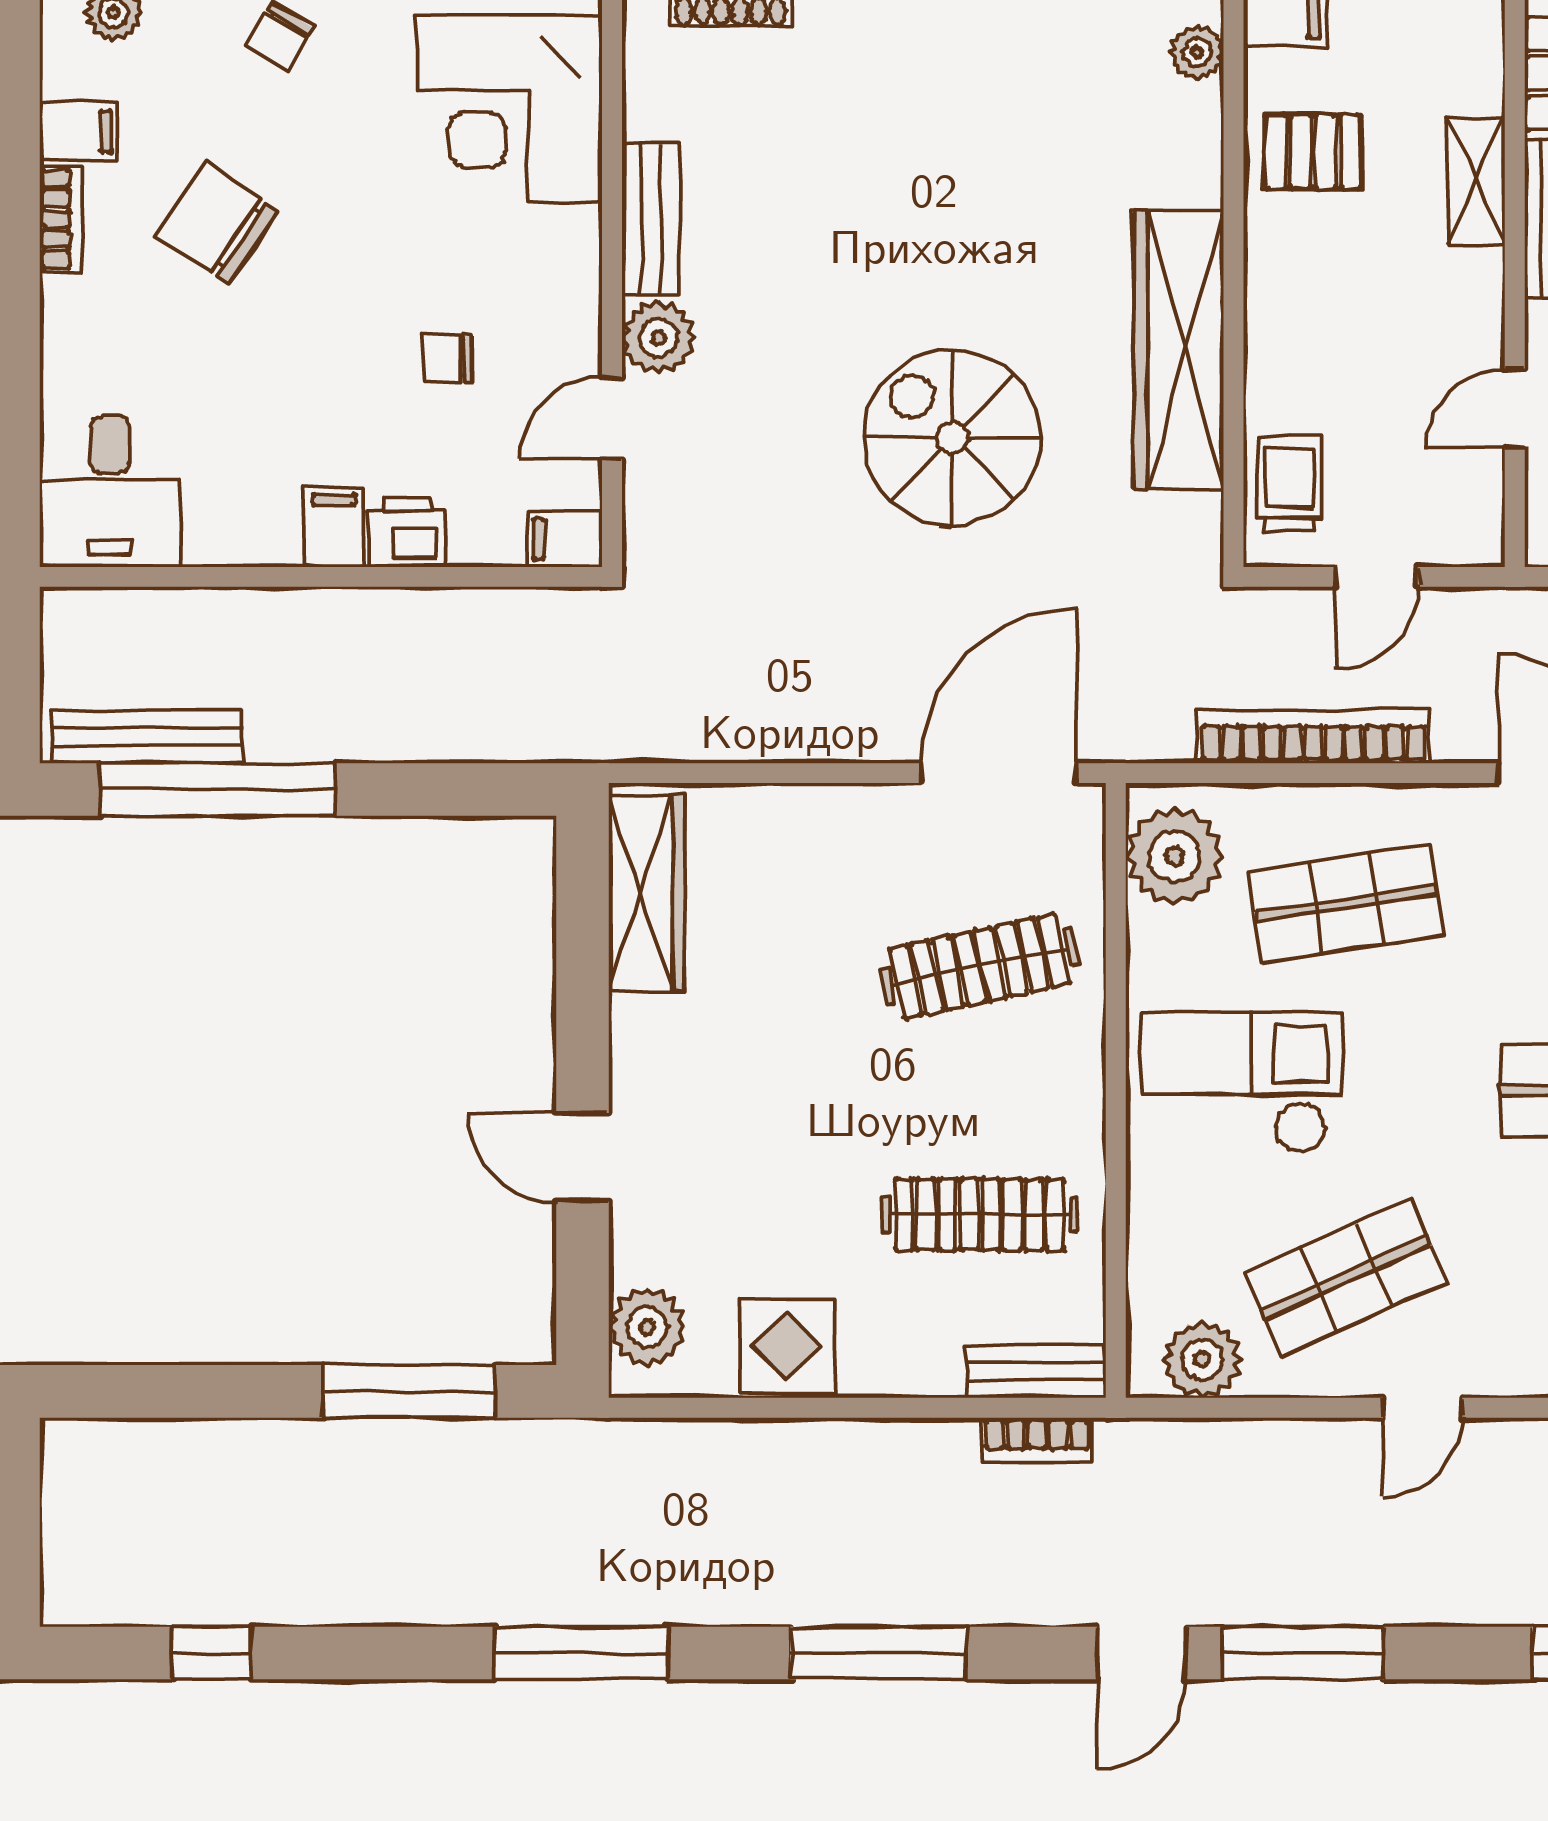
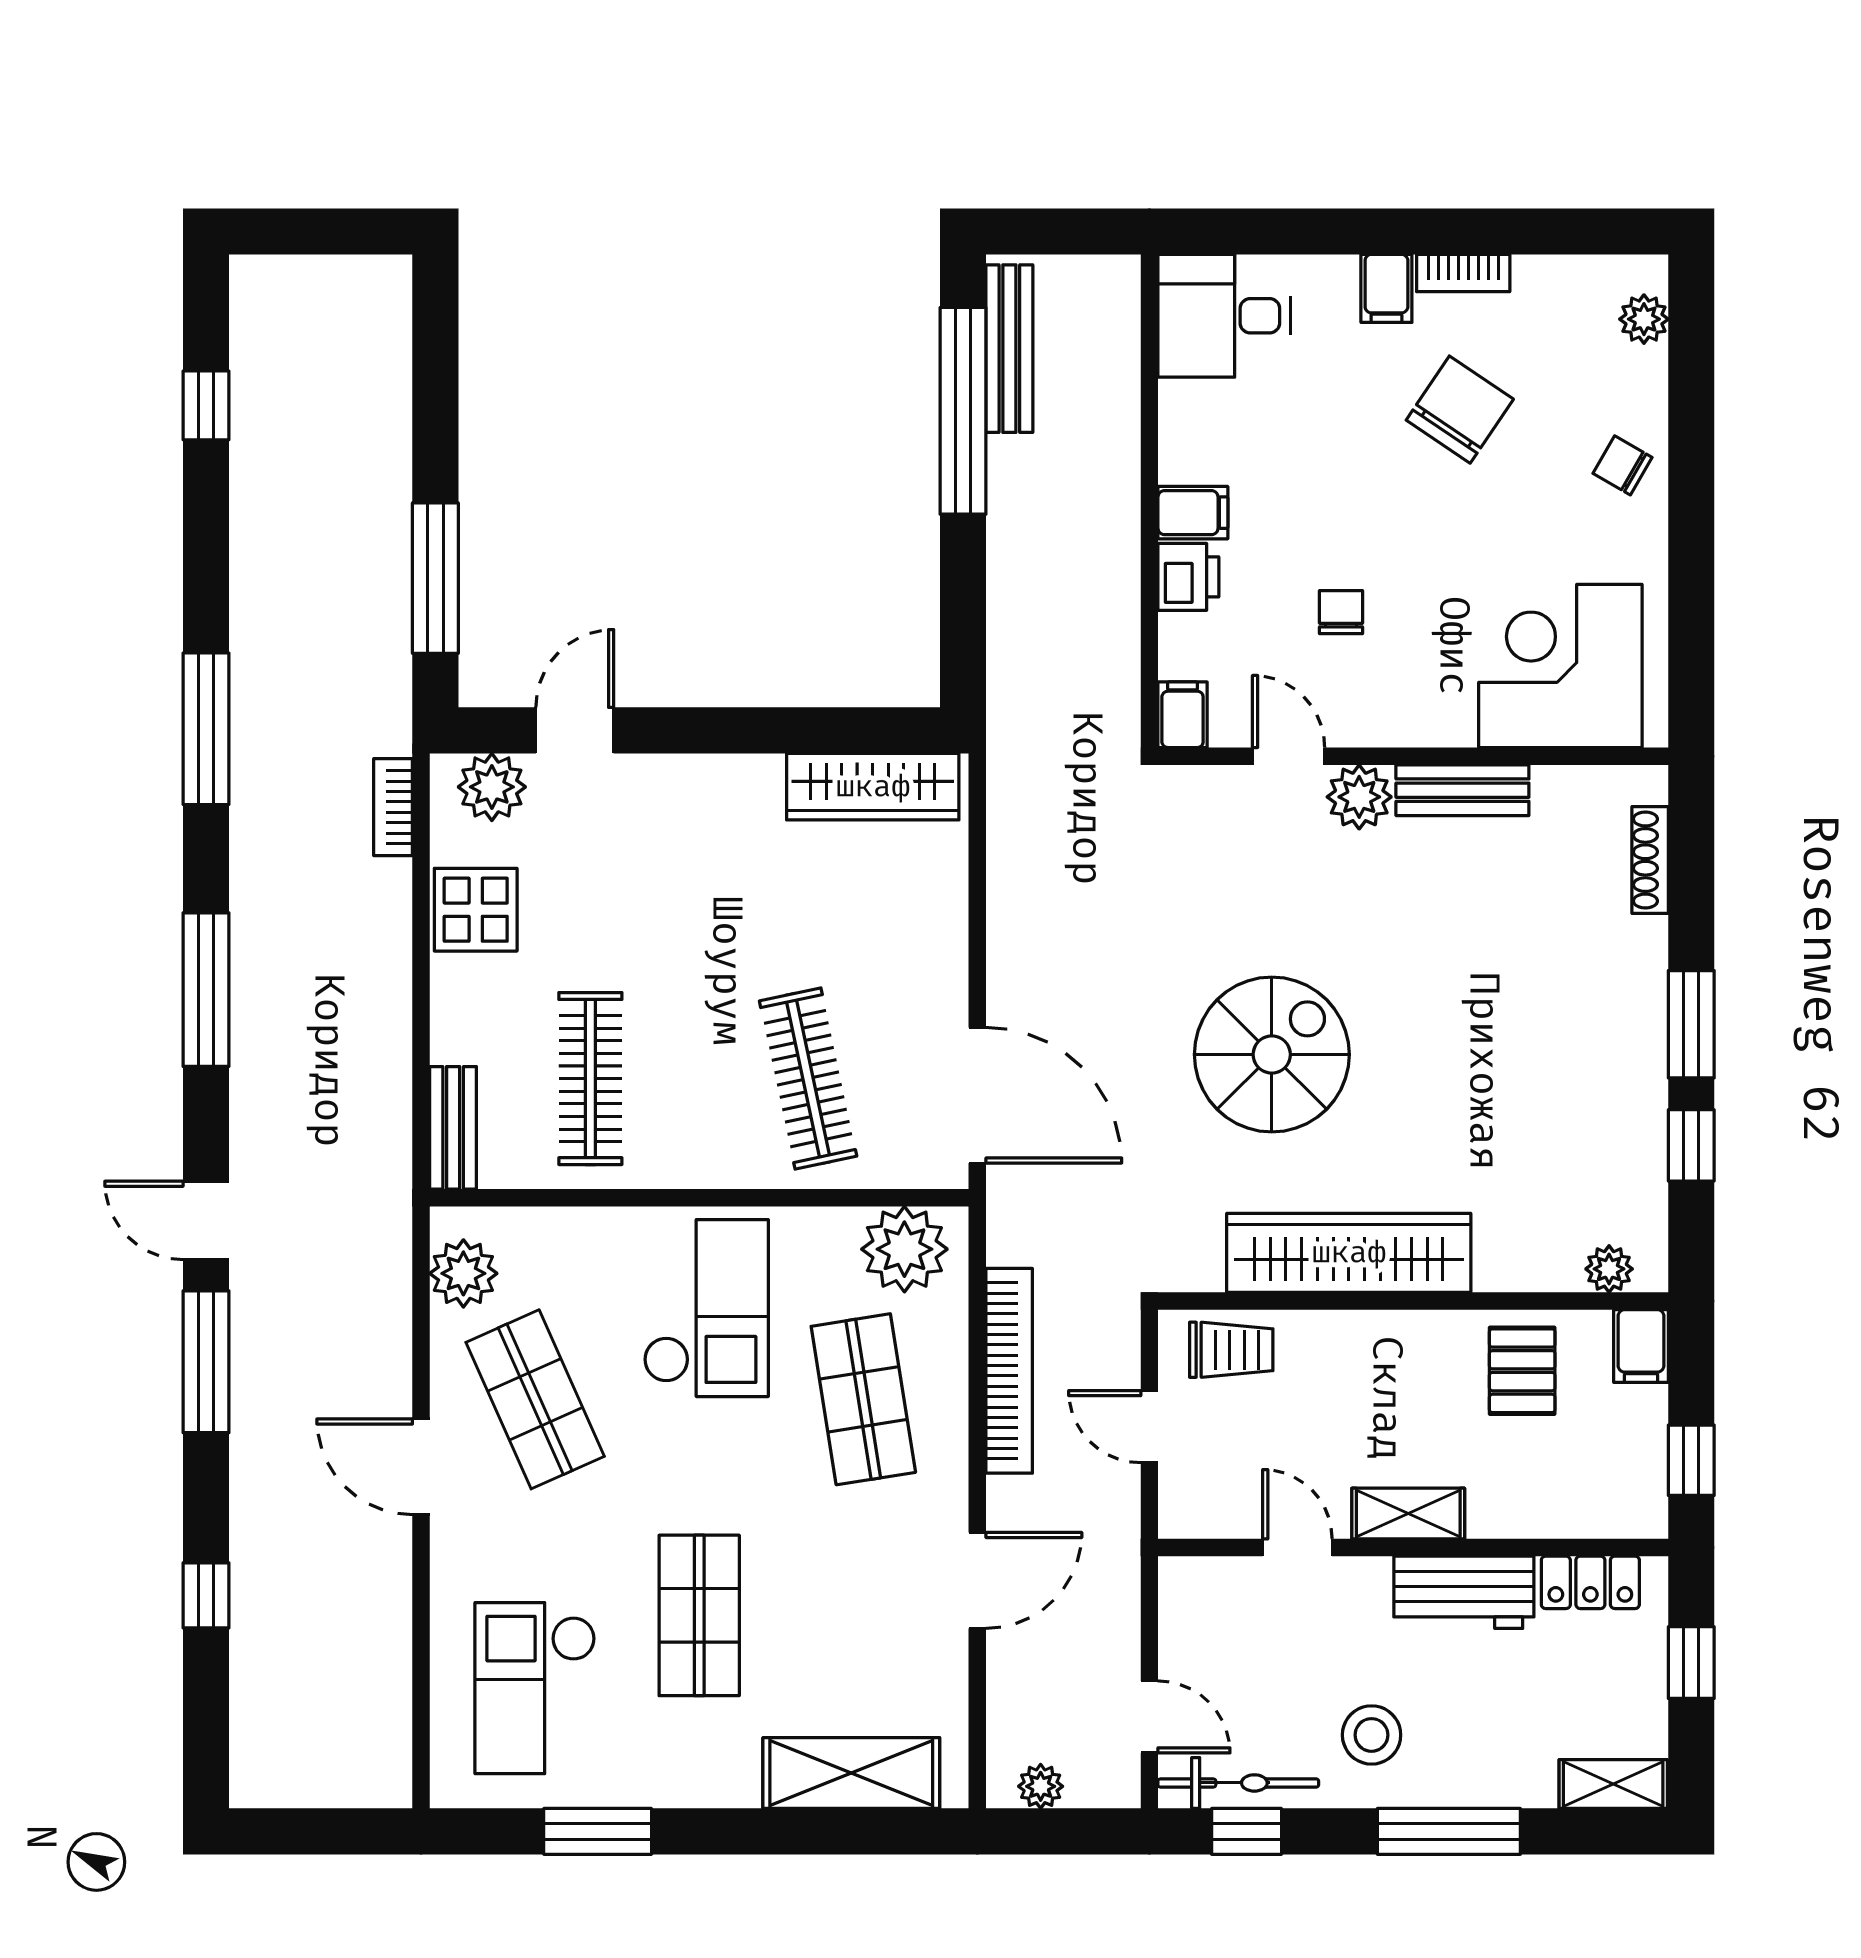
filing cabinet: (78, 131) -> (1386, 288), moved
shelving: (1476, 182) -> (1408, 1514), moved
door: (583, 1157) -> (575, 730), moved
door: (1423, 1408) -> (421, 1467), width x1.38
bookcase: (1037, 1440) -> (393, 807), moved

